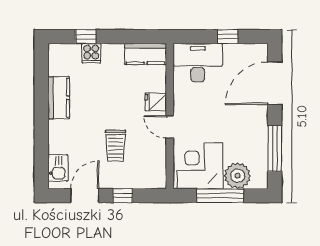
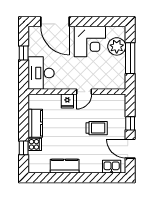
kitchen counter: (145, 54) -> (35, 123), moved
window: (275, 149) -> (99, 22), removed
corner desk: (200, 166) -> (90, 42), moved, turned -90

